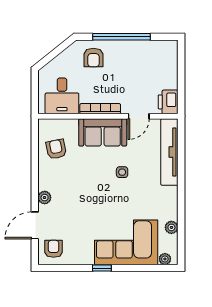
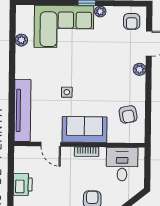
printer: (168, 102) -> (23, 184), moved
bookcase: (100, 109) -> (87, 152), width x0.64
door: (139, 116) -> (51, 144), swing flipped
plant: (165, 259) -> (100, 12), moved

